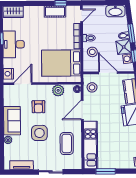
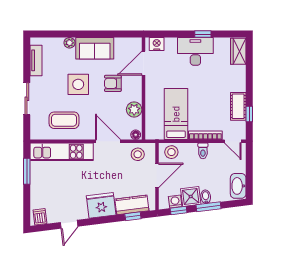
stool: (92, 52) -> (171, 152), moved
bed: (61, 63) -> (176, 114), width x0.67
door: (23, 84) -> (143, 63), swing flipped

